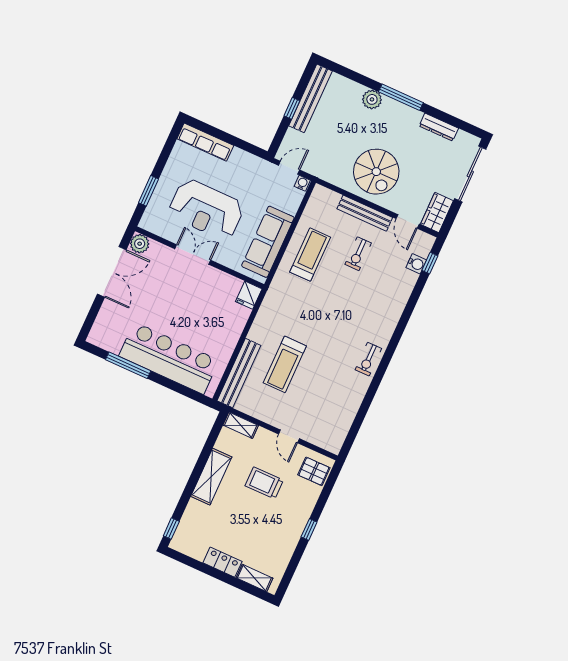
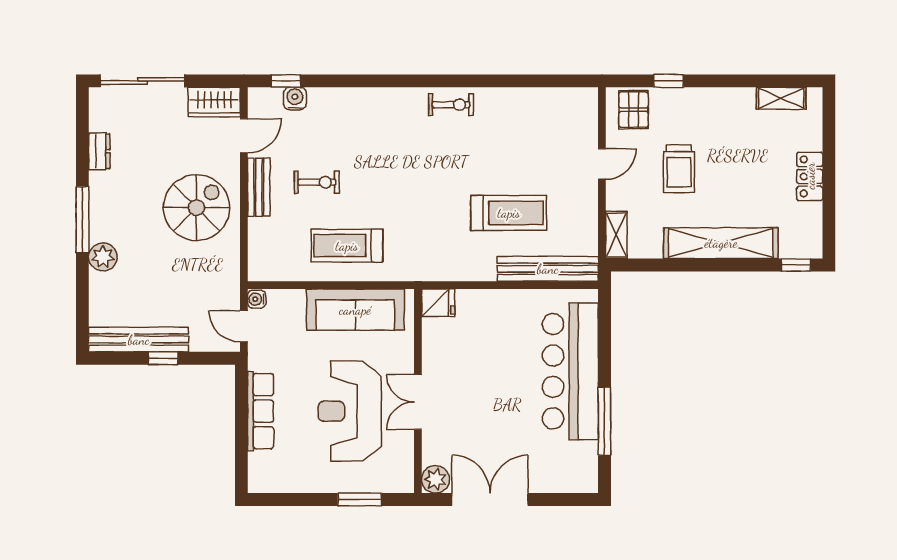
dresser: (439, 127) -> (99, 151), width x0.70
row of seats: (205, 142) -> (261, 411), moved
reception desk: (206, 210) -> (350, 411), turned 180
bench: (365, 213) -> (259, 187), width x0.73
shelving: (211, 477) -> (721, 243), width x1.47
window: (309, 530) -> (669, 81), moved
shelving: (254, 578) -> (781, 98), moved, turned 90

